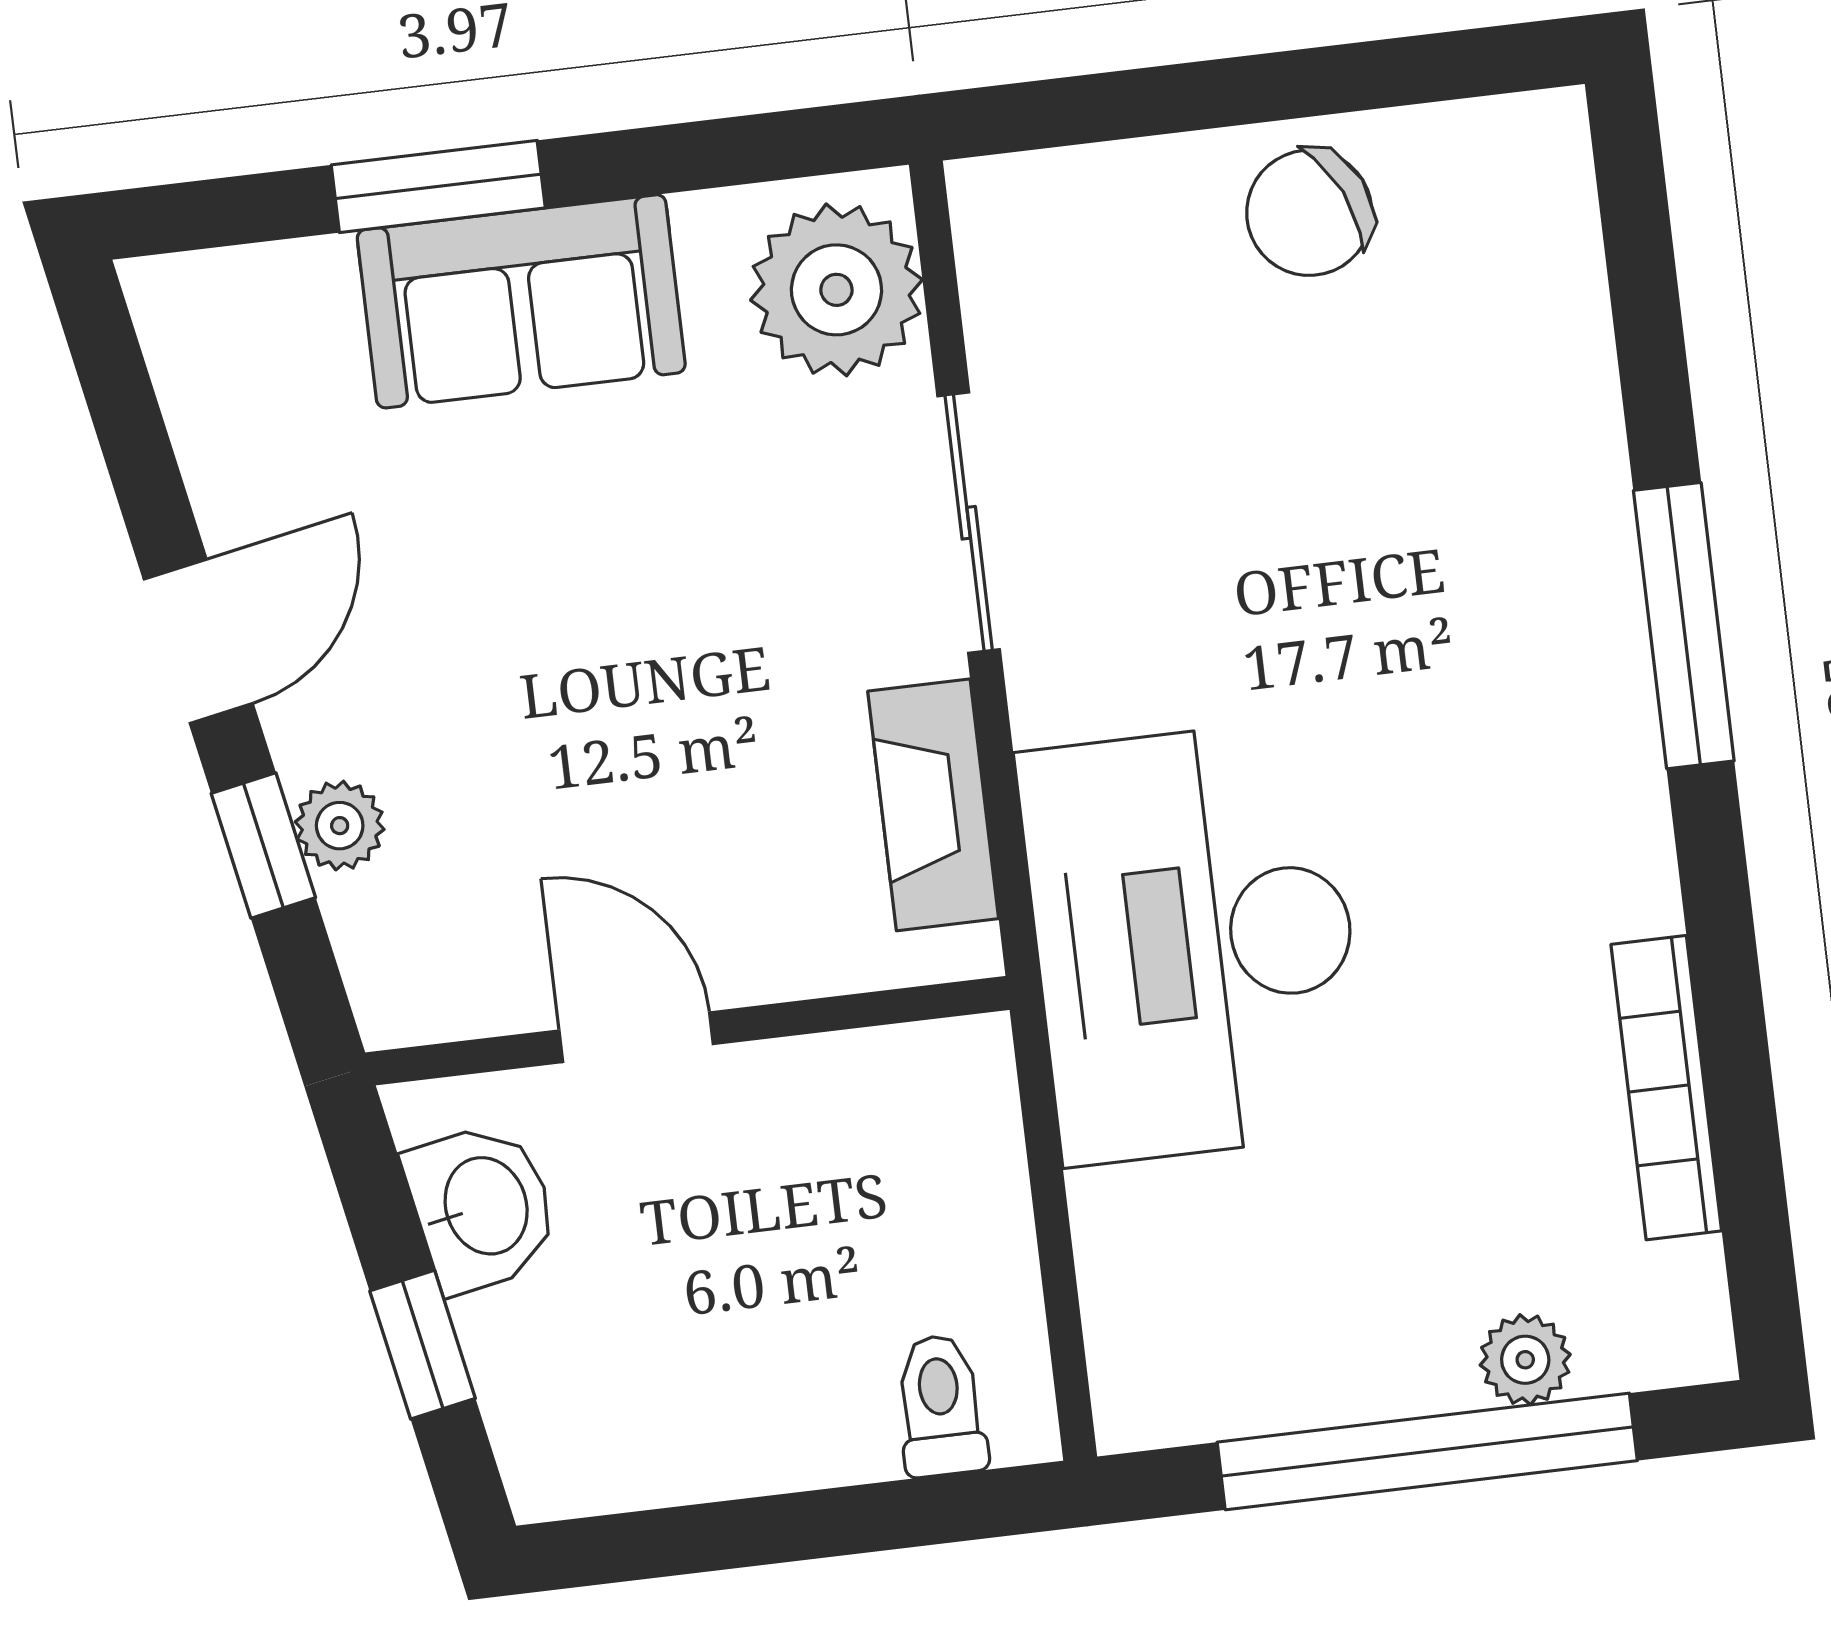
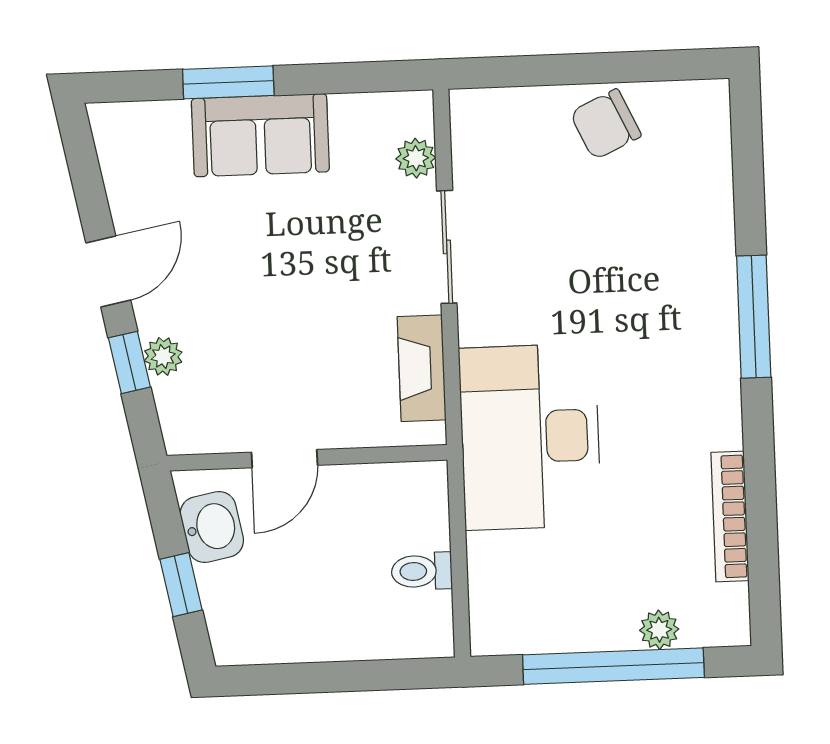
plant: (836, 290) -> (416, 158), width x0.53, depth x0.53
door: (636, 1037) -> (284, 459), swing flipped
toilet: (941, 1406) -> (422, 571), moved, turned -90

